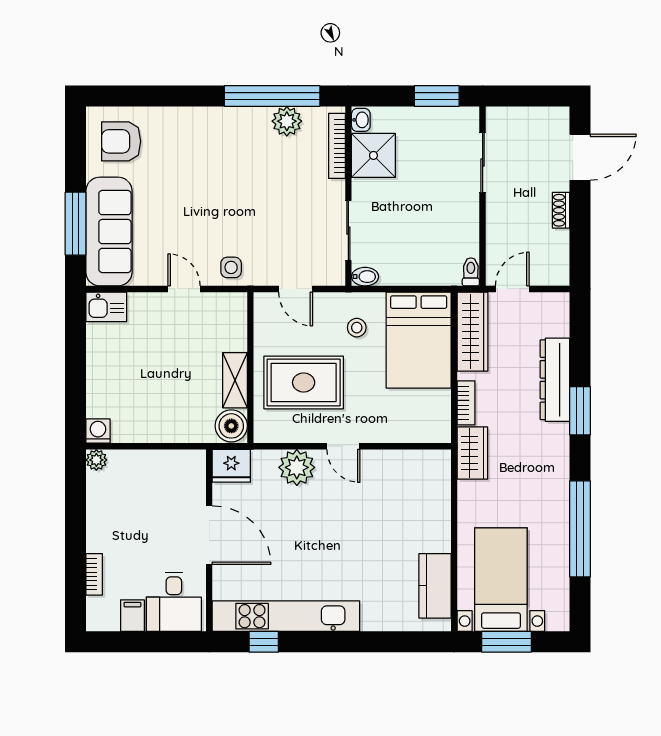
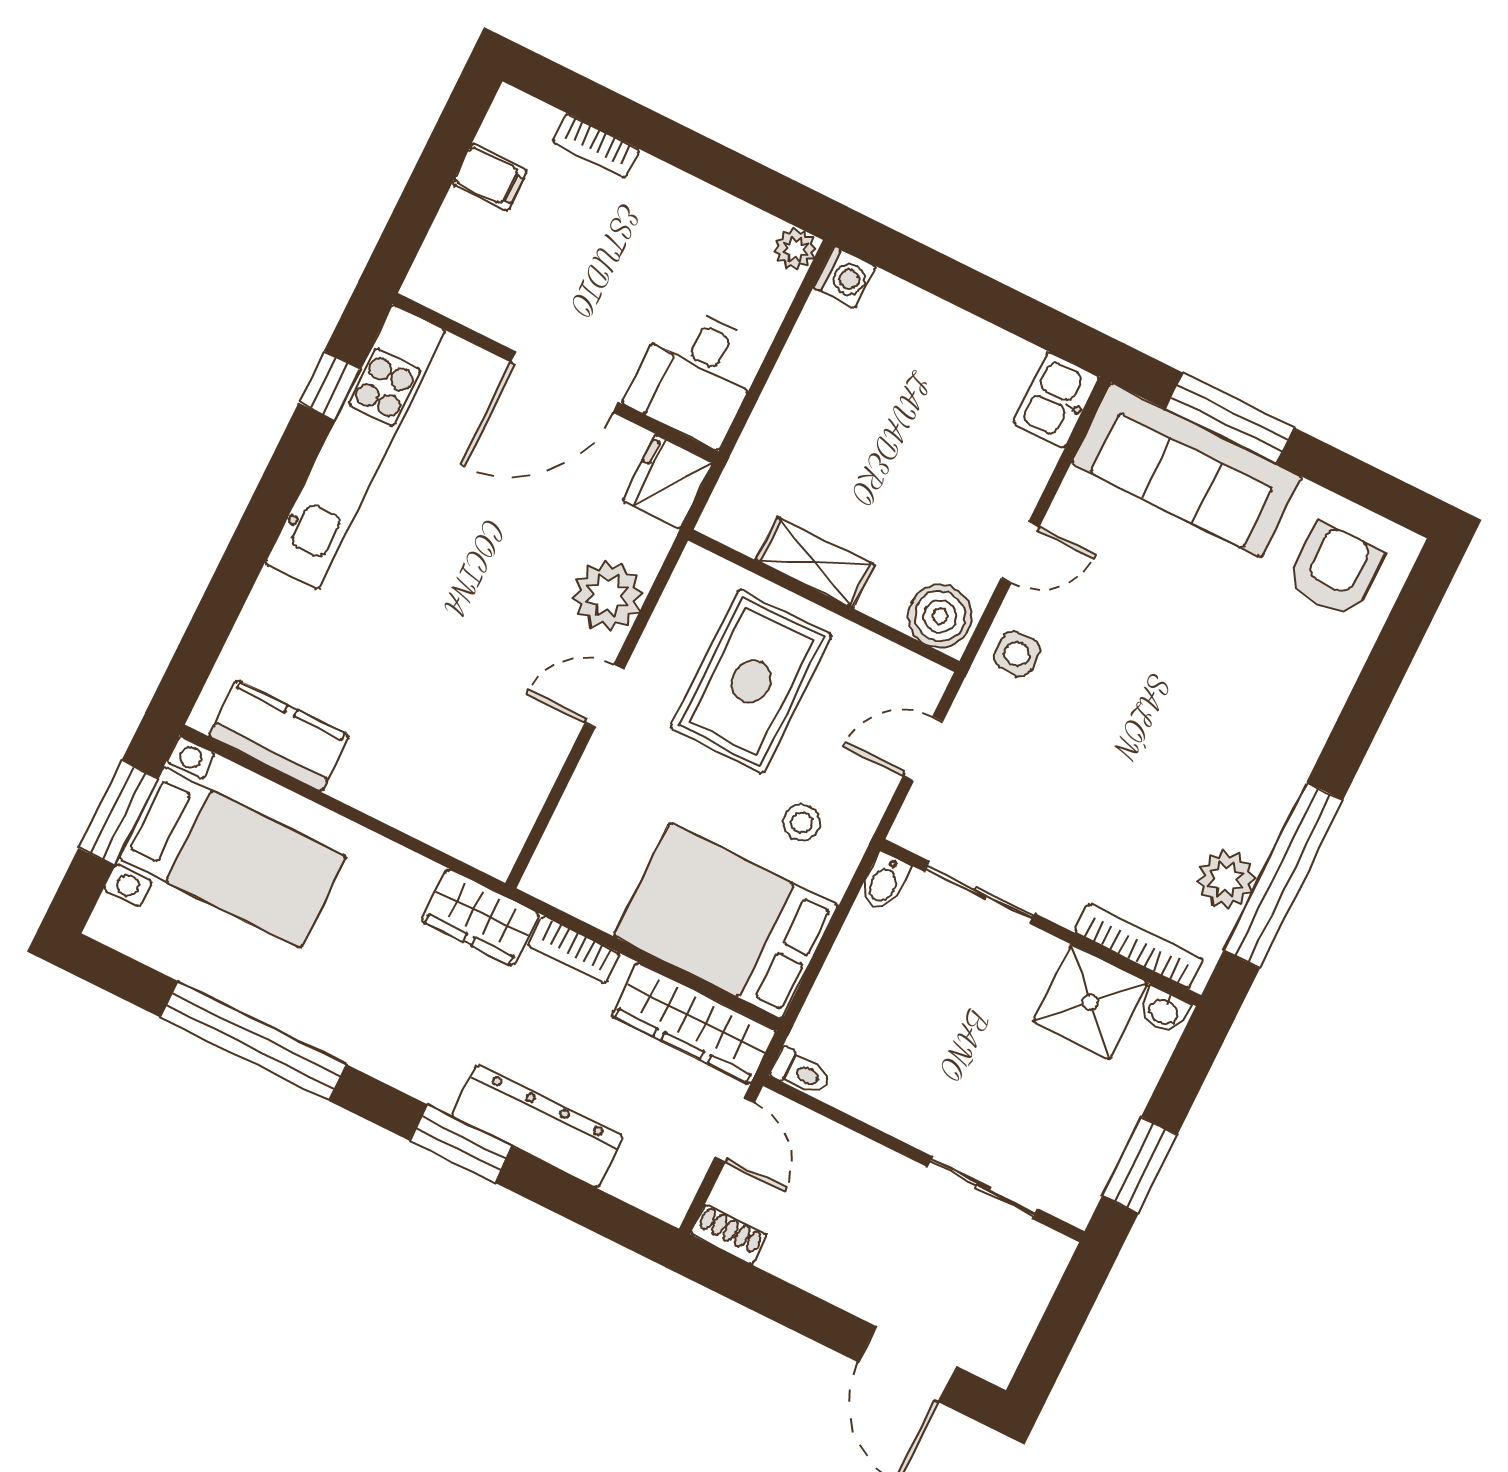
shoe rack: (561, 210) -> (729, 1234), moved
boiler: (231, 426) -> (940, 616), moved
desk: (174, 602) -> (696, 375), moved, turned -90

